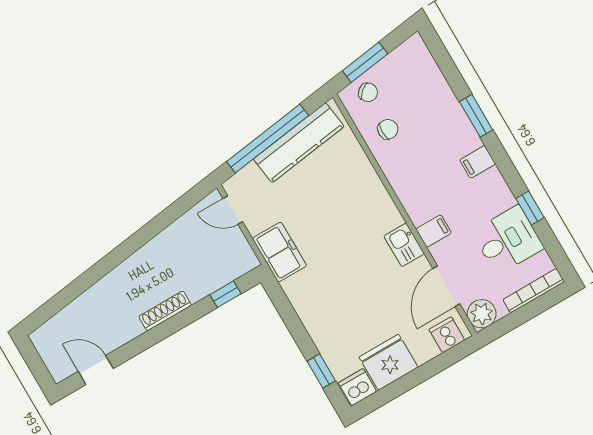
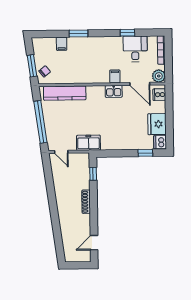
chair: (388, 129) -> (64, 72), removed
kitchen counter: (299, 143) -> (65, 93), moved, turned 98
filing cabinet: (478, 162) -> (62, 44), moved
door: (233, 210) -> (61, 152), hinge flipped

